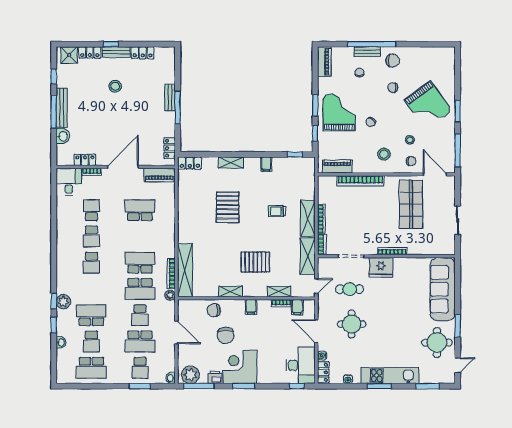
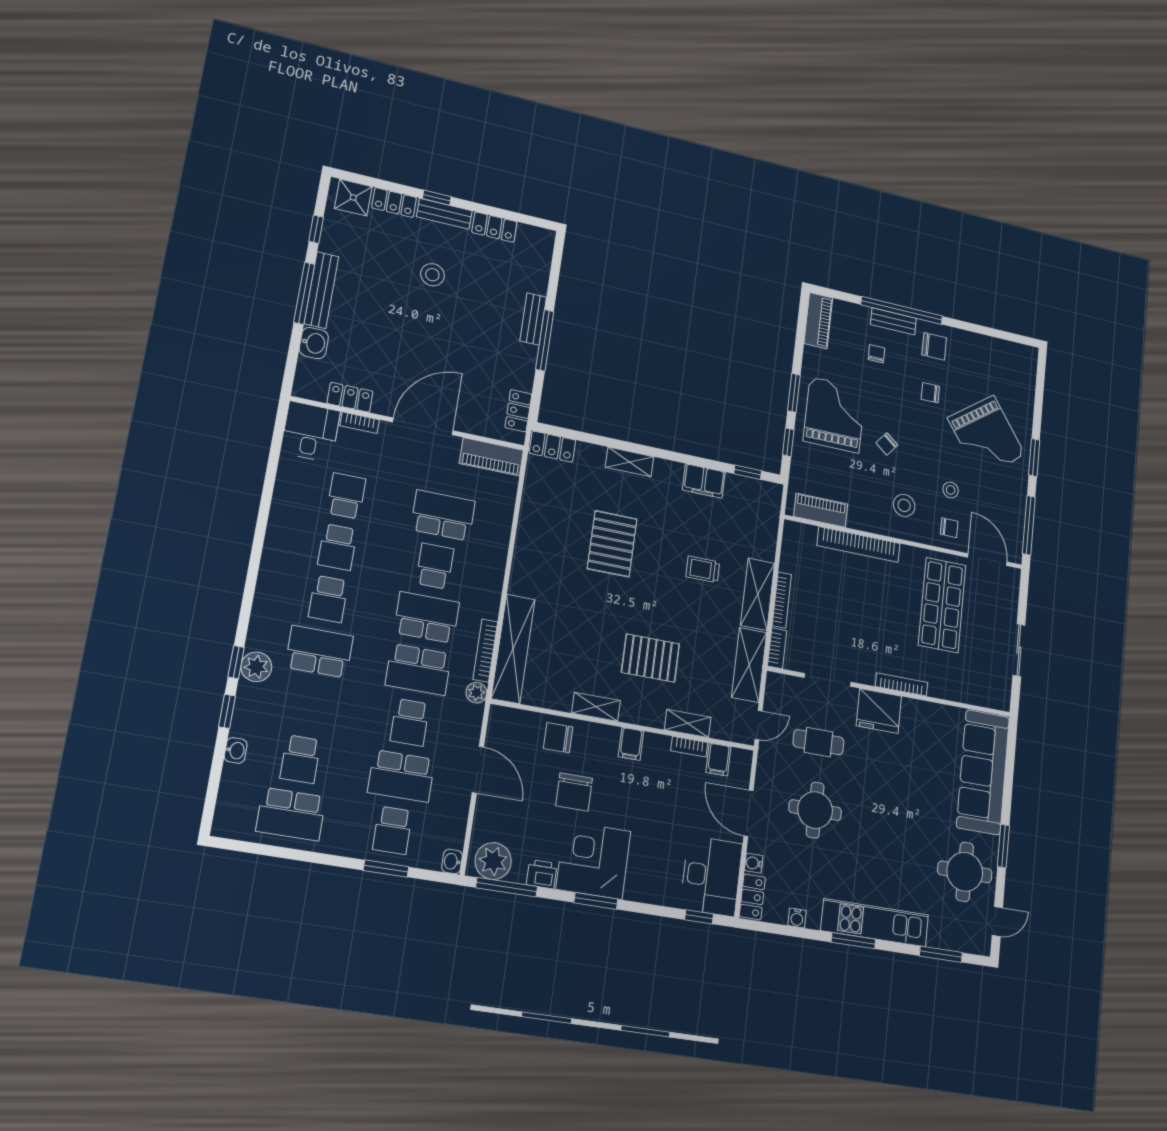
filing cabinet: (266, 164) -> (704, 481), width x2.00
school desk: (140, 236) -> (435, 566), added
school desk: (91, 315) -> (319, 652), moved

